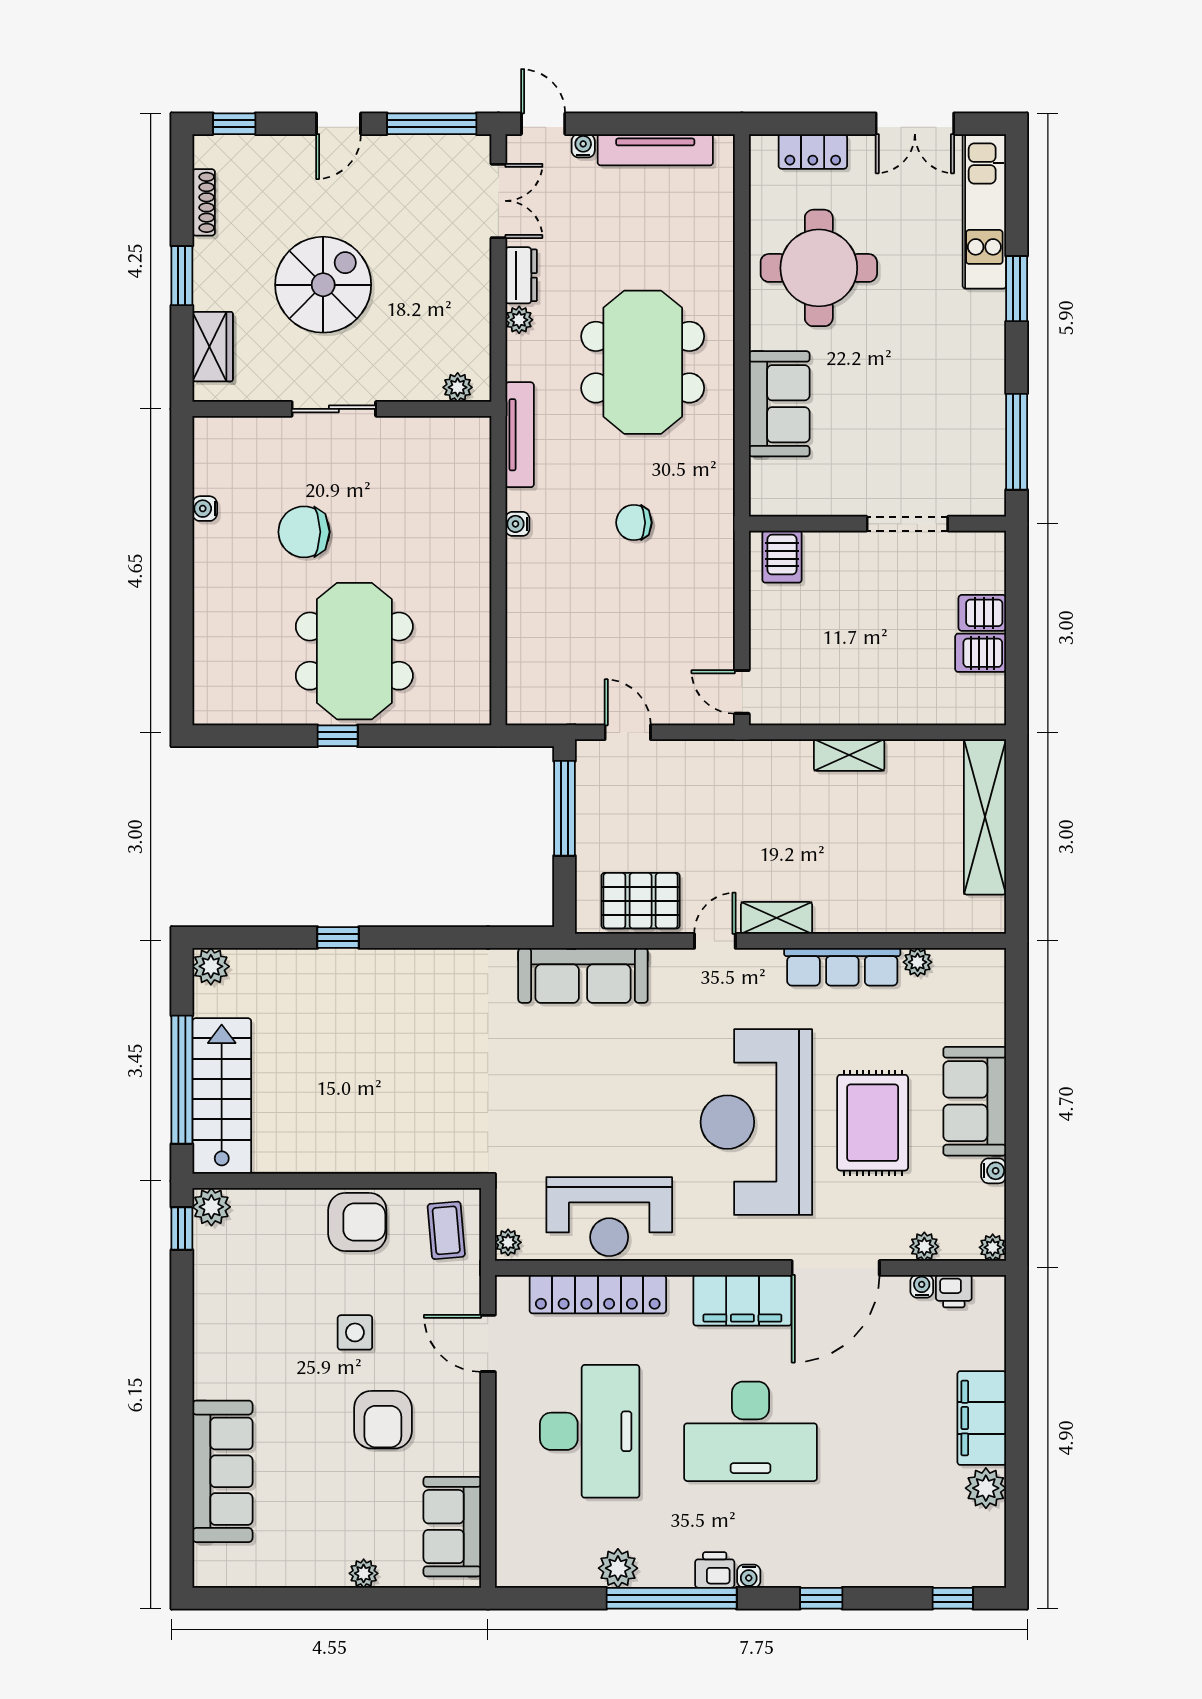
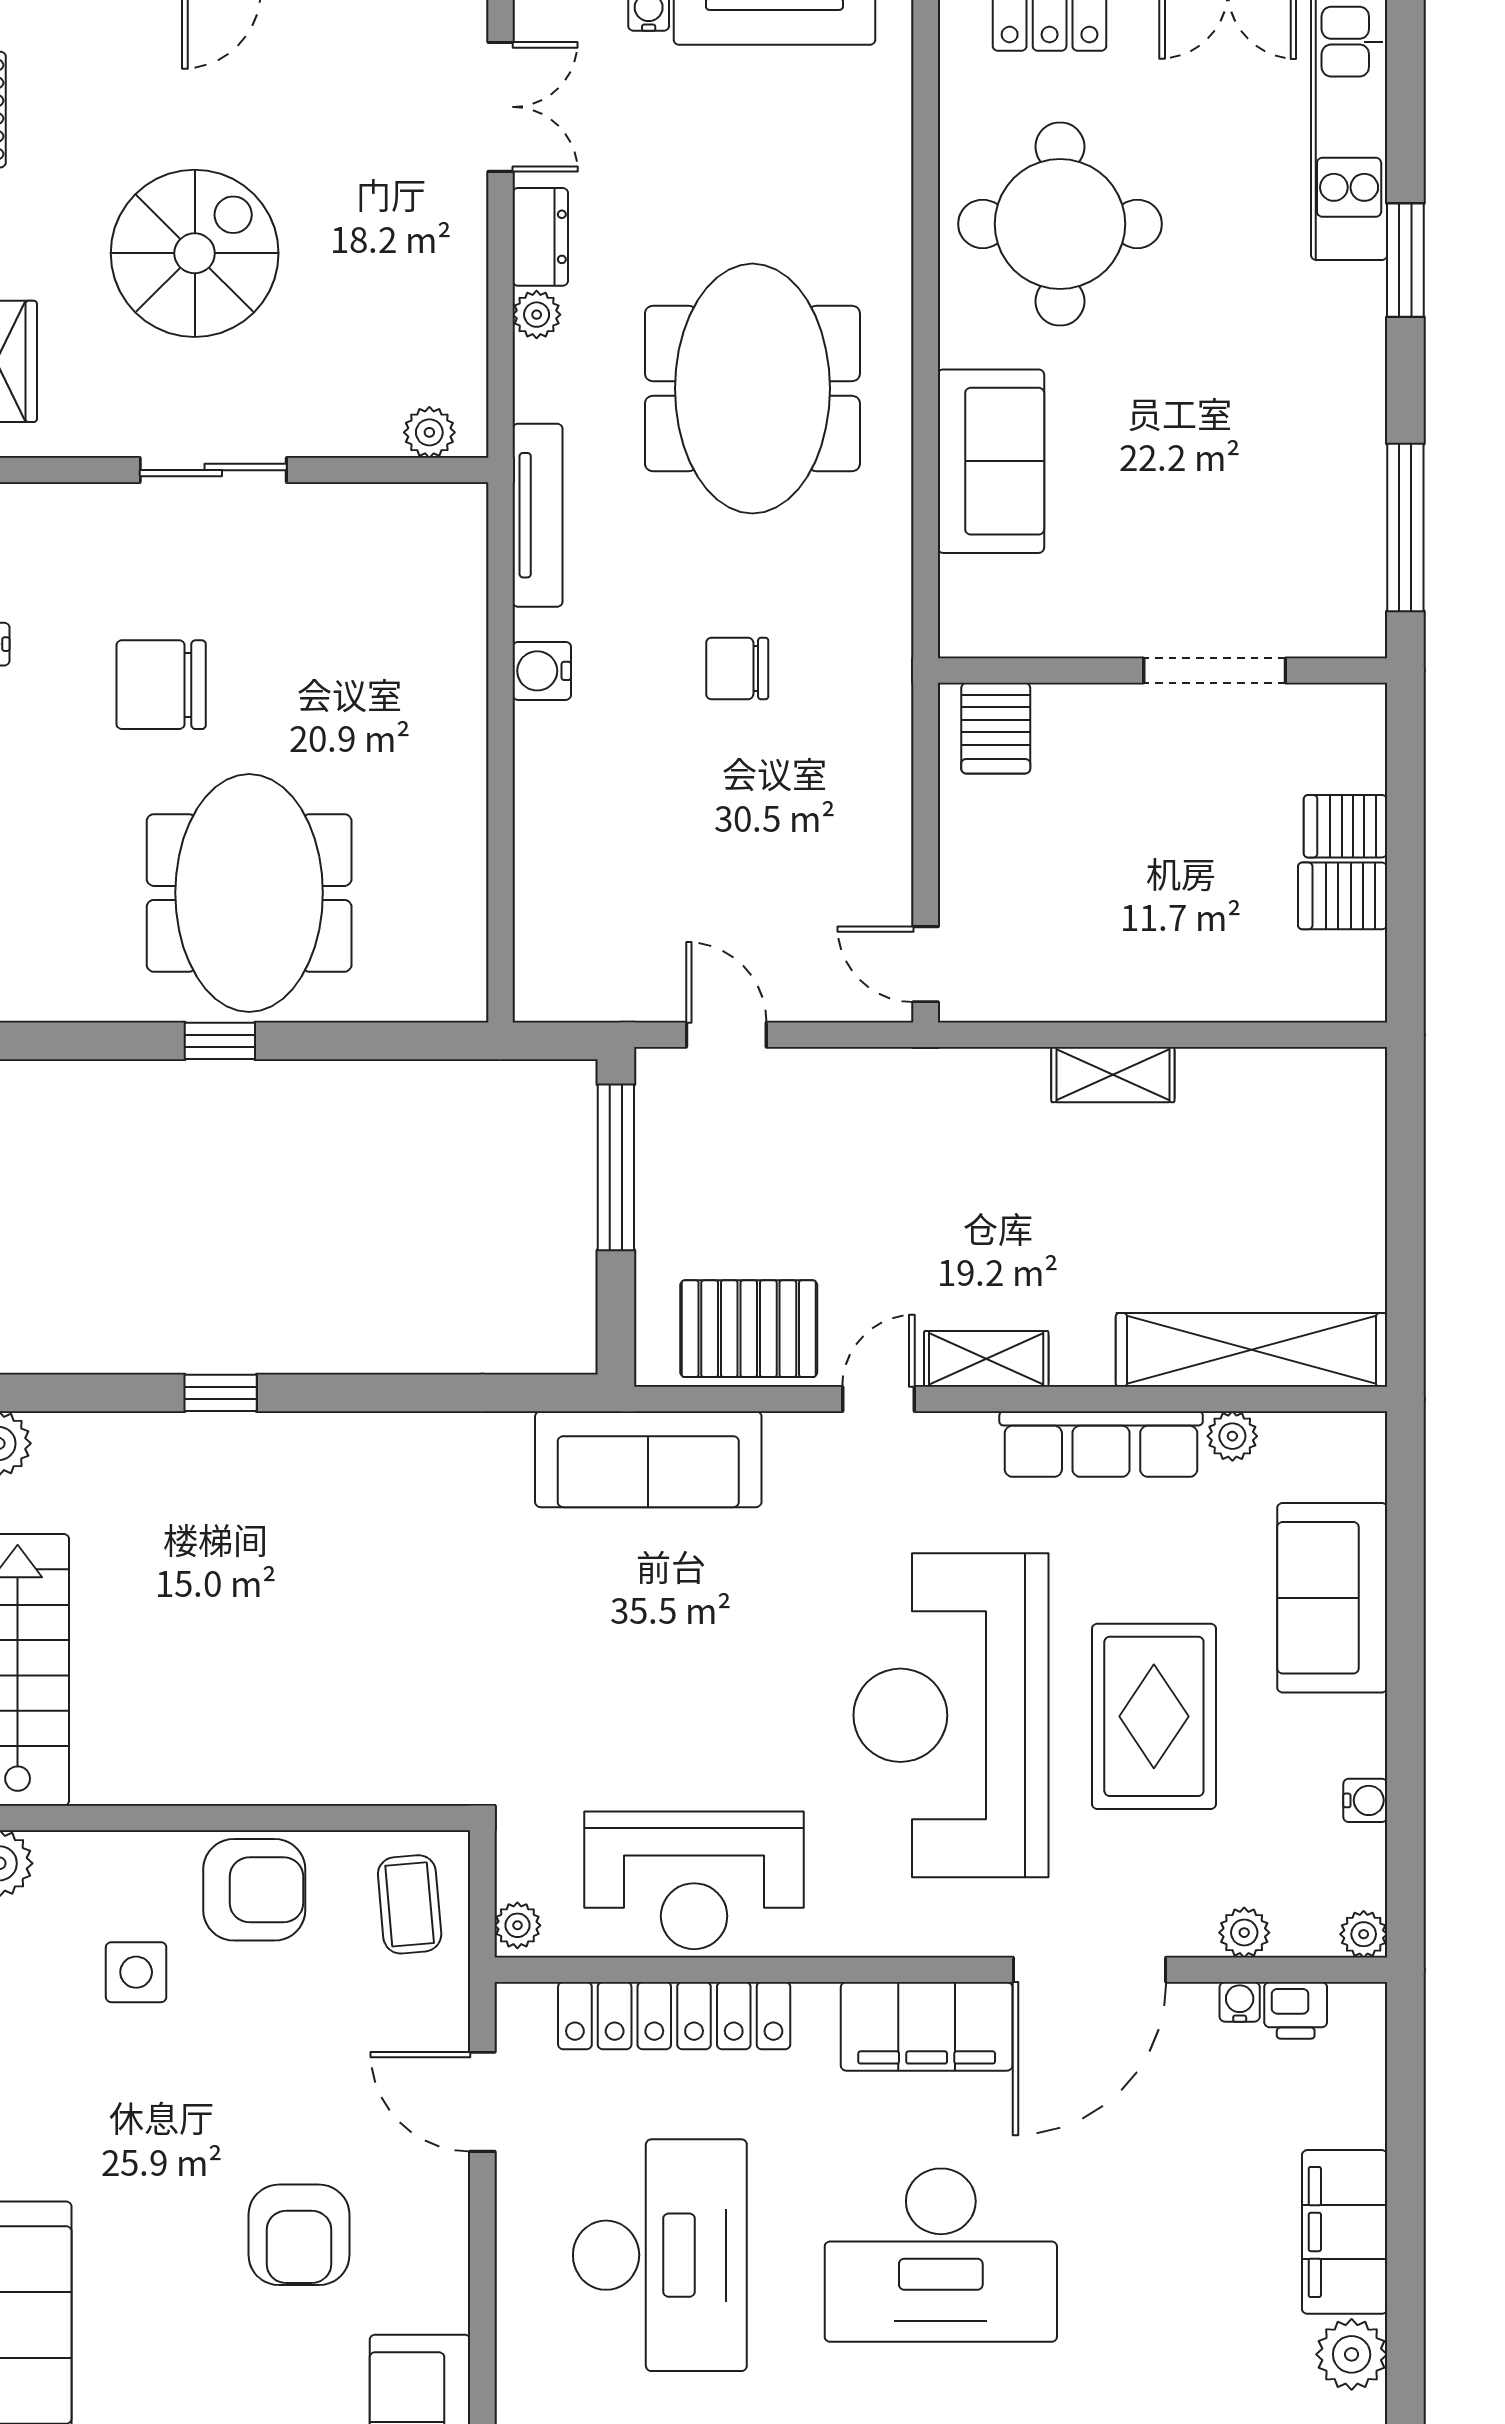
water cooler: (517, 524) -> (542, 671), width x1.38, depth x1.38
shelving: (985, 817) -> (1252, 1350), moved, turned 90
sofa: (975, 1101) -> (1332, 1598), moved
side table: (355, 1332) -> (136, 1972), moved

